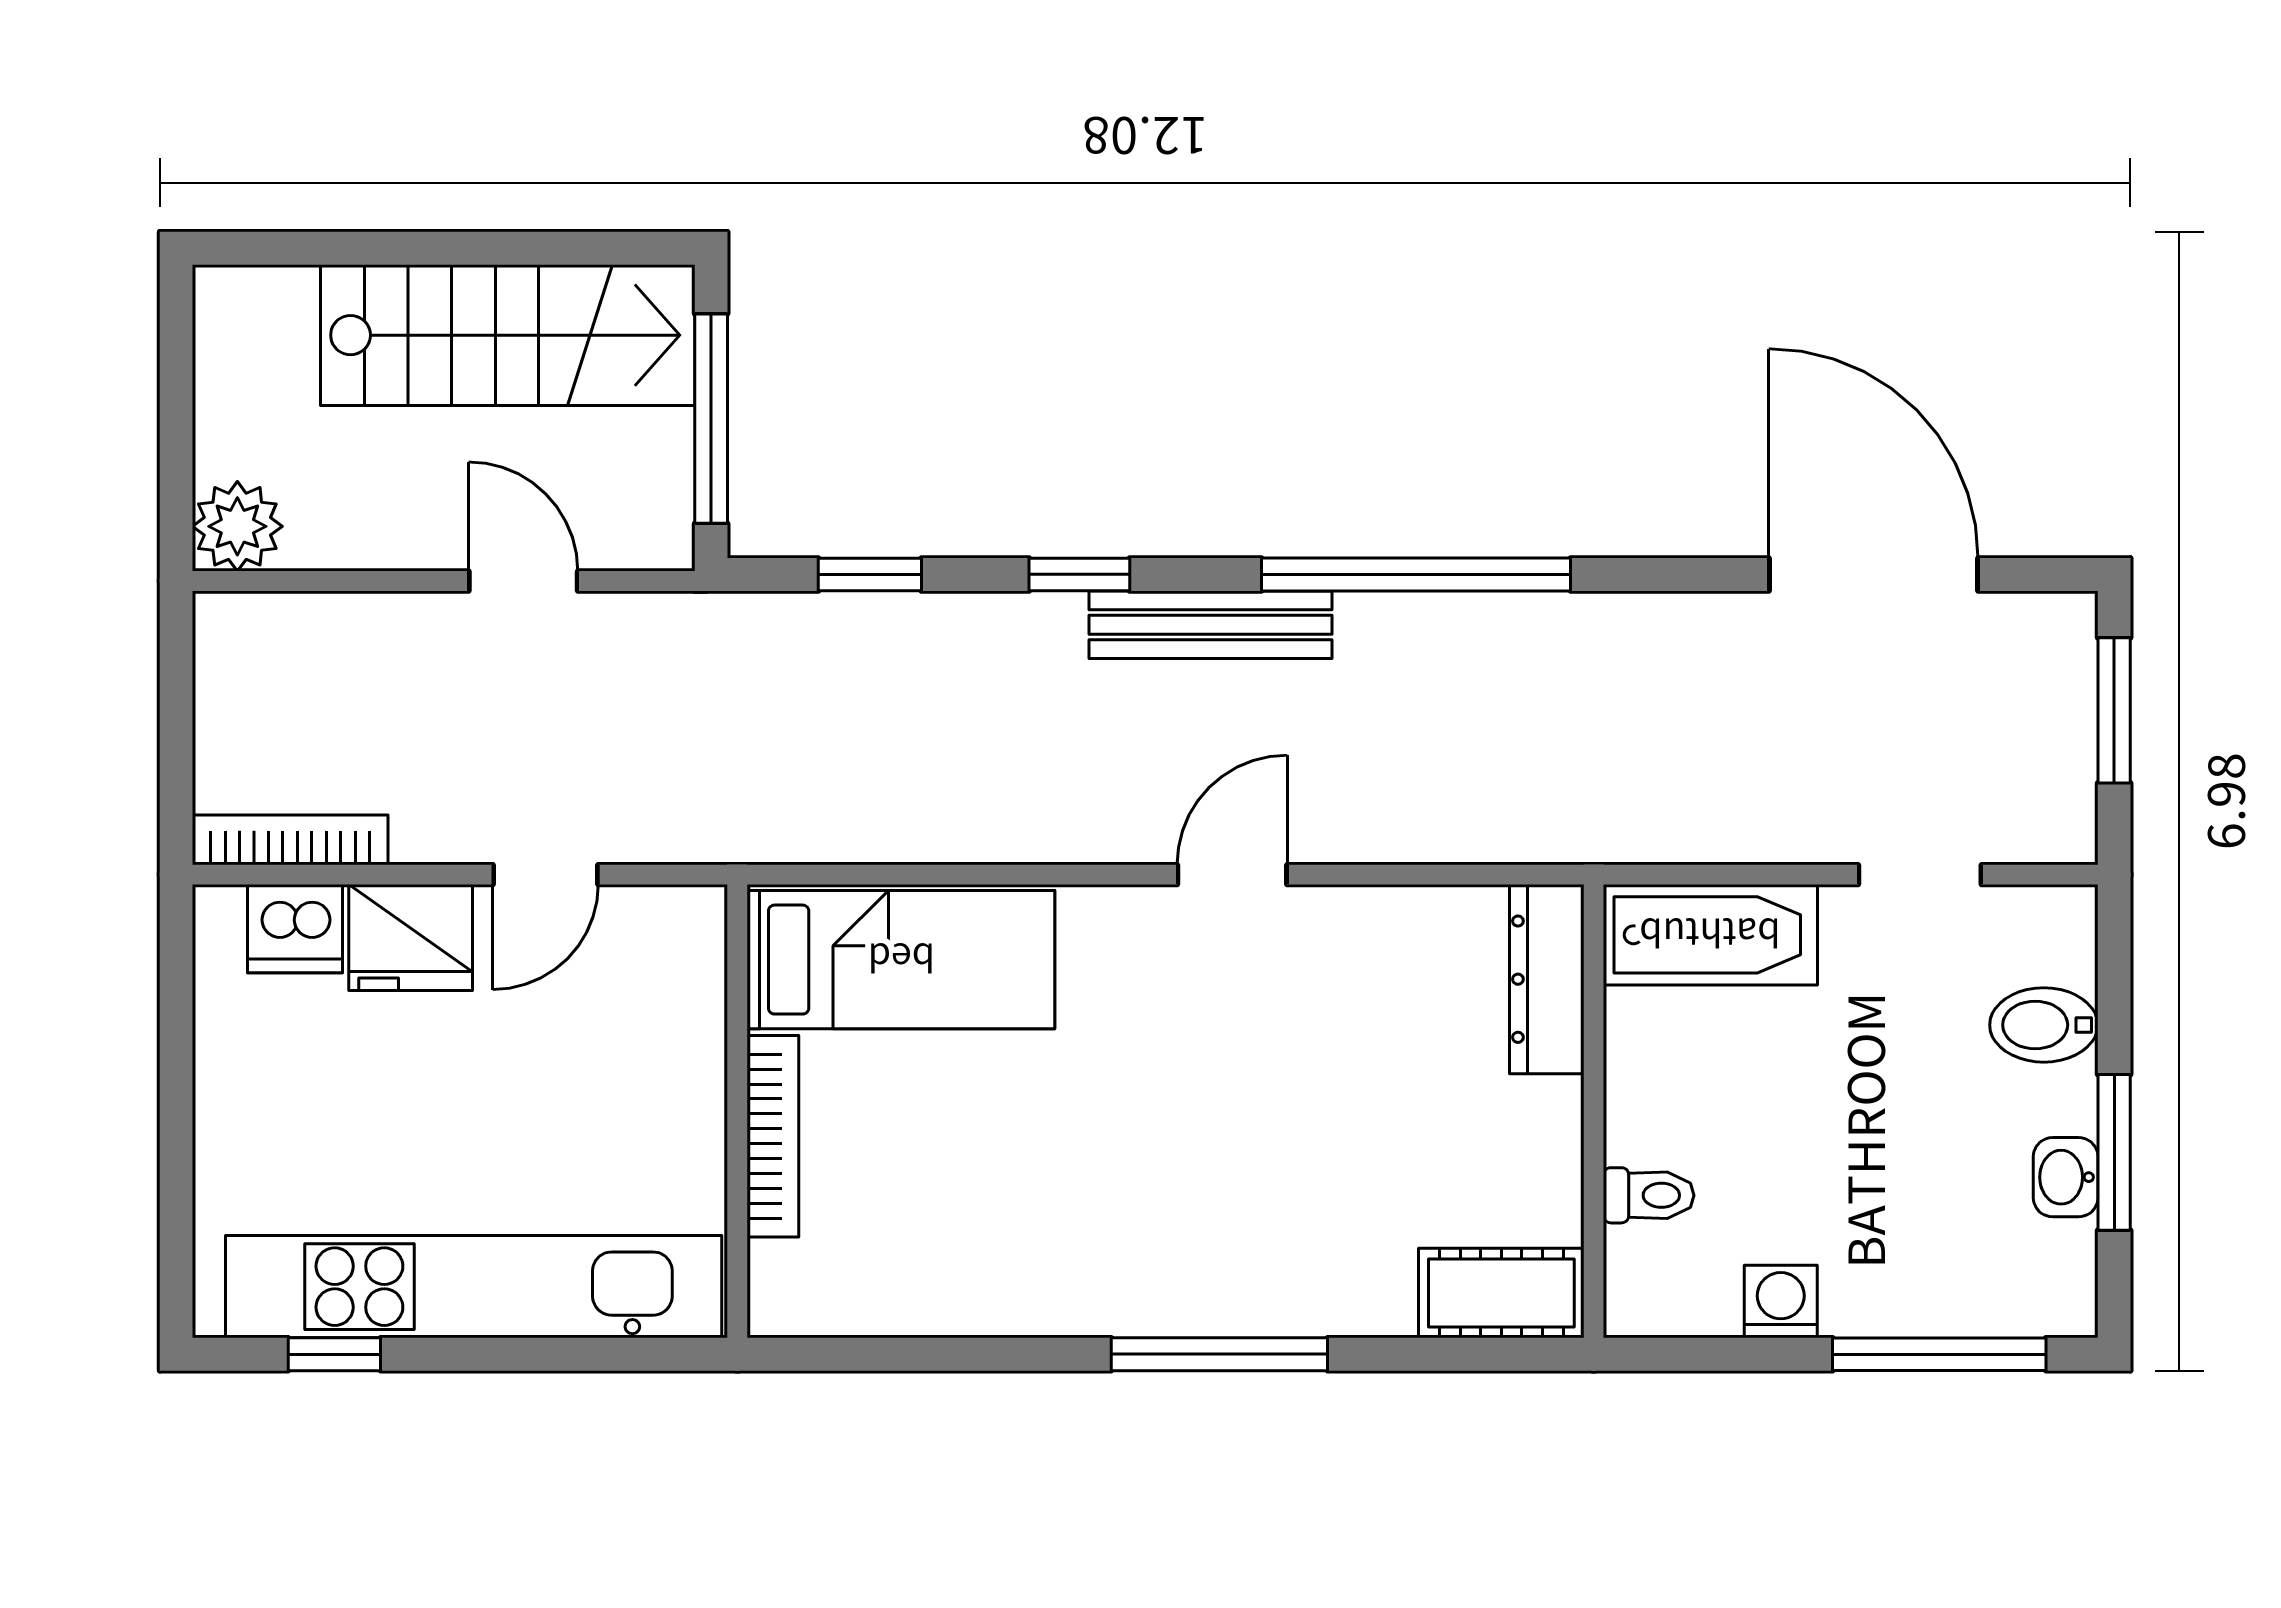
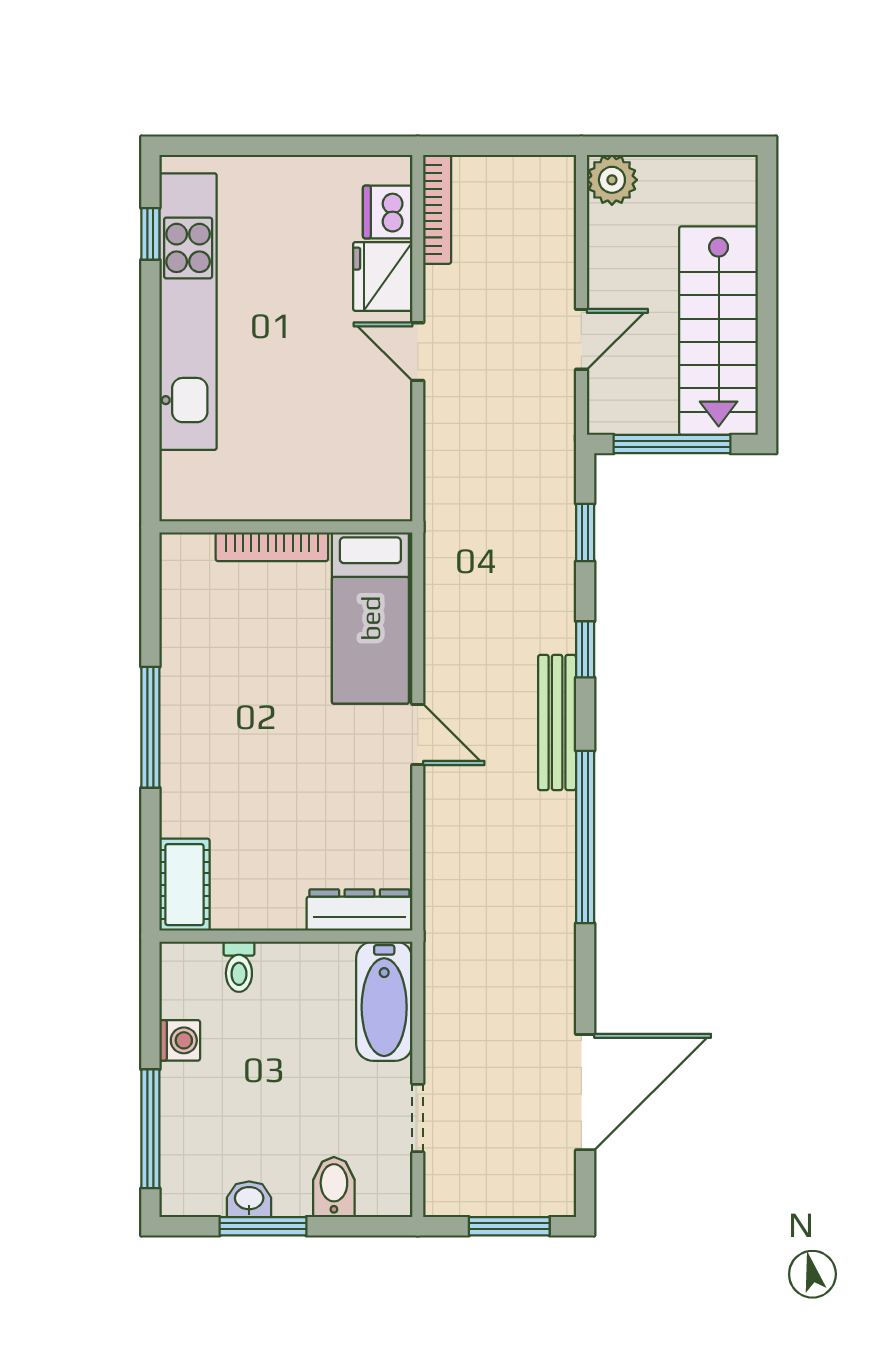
bed: (901, 960) -> (370, 618), moved
wall: (737, 1111) -> (286, 527), moved
bookcase: (773, 1136) -> (272, 547), moved

